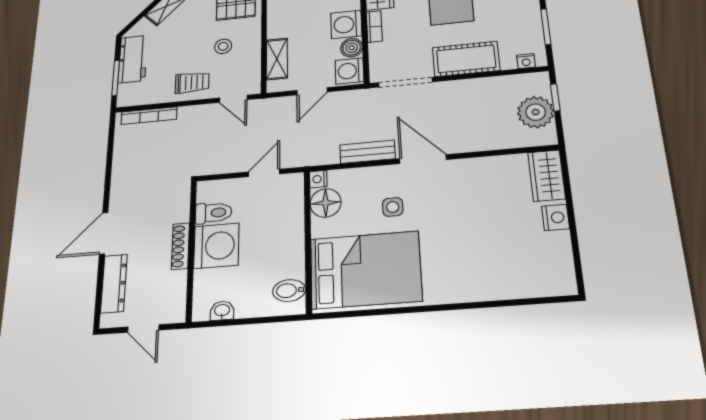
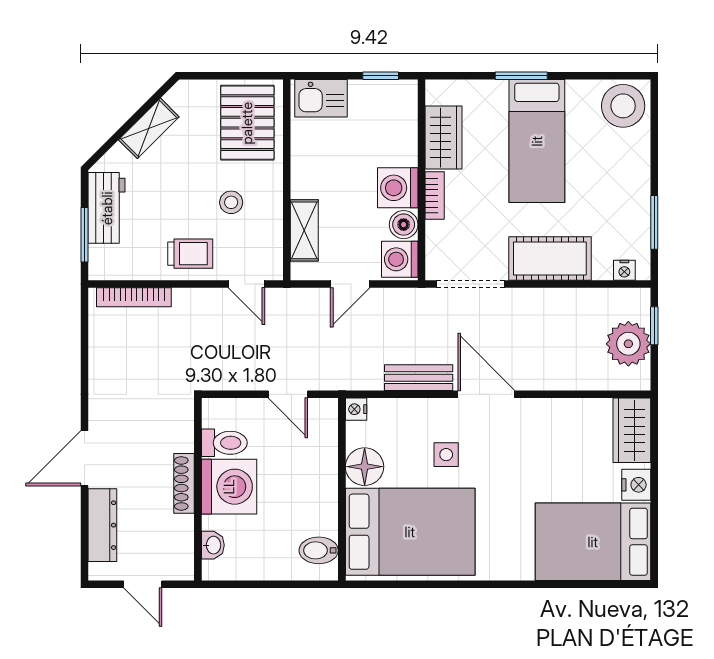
door: (264, 173) -> (288, 394), swing flipped
floor lamp: (326, 203) -> (365, 467), moved
bed: (523, 266) -> (593, 542), added
washbasin: (222, 311) -> (213, 545), moved, turned 90

